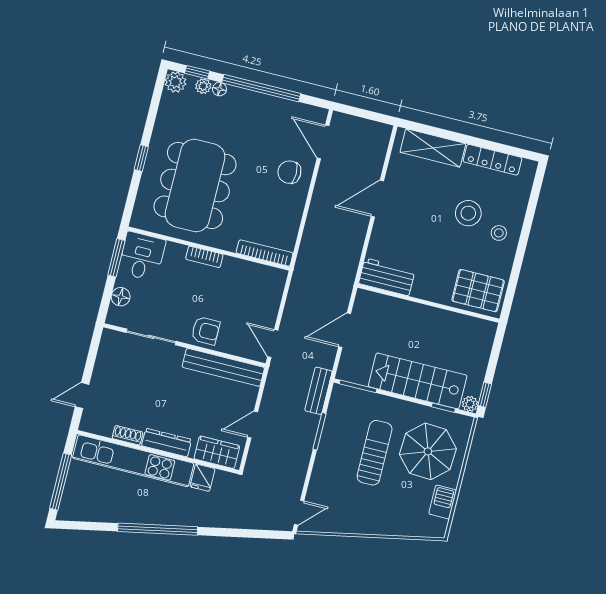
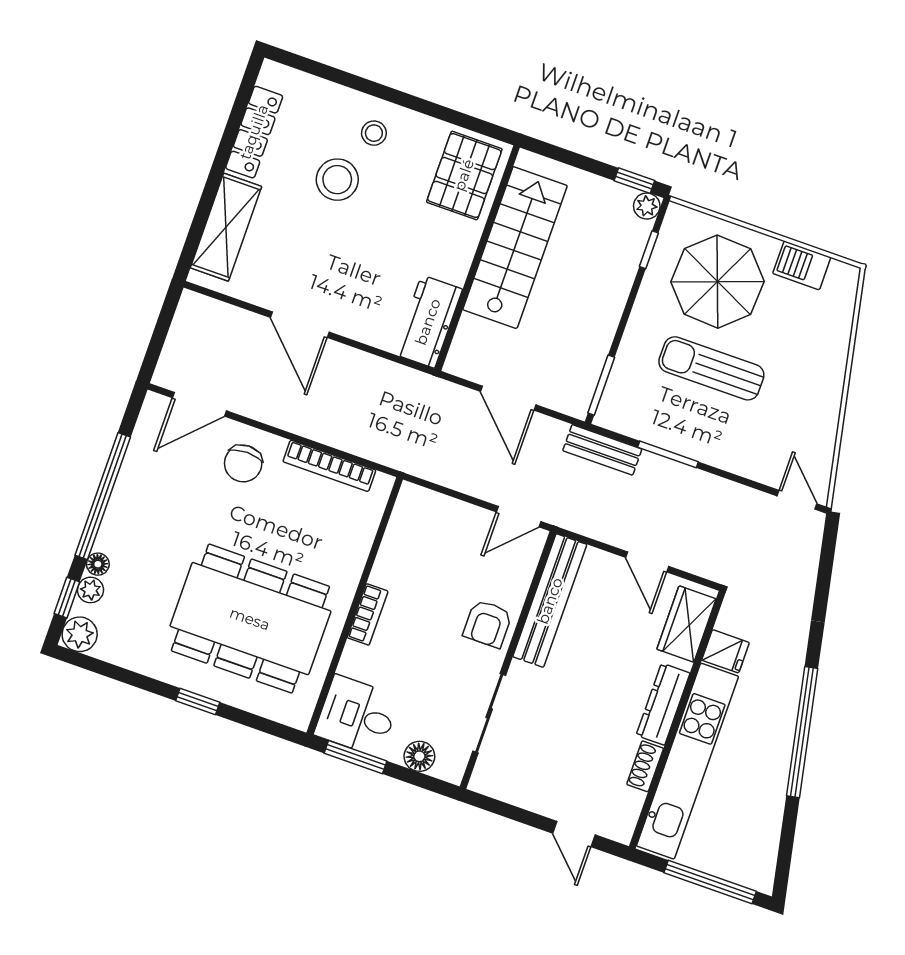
bookcase: (265, 253) -> (329, 466), moved, turned -90
armchair: (206, 331) -> (488, 624), turned 180
stairs: (418, 381) -> (515, 248), moved, turned 180

